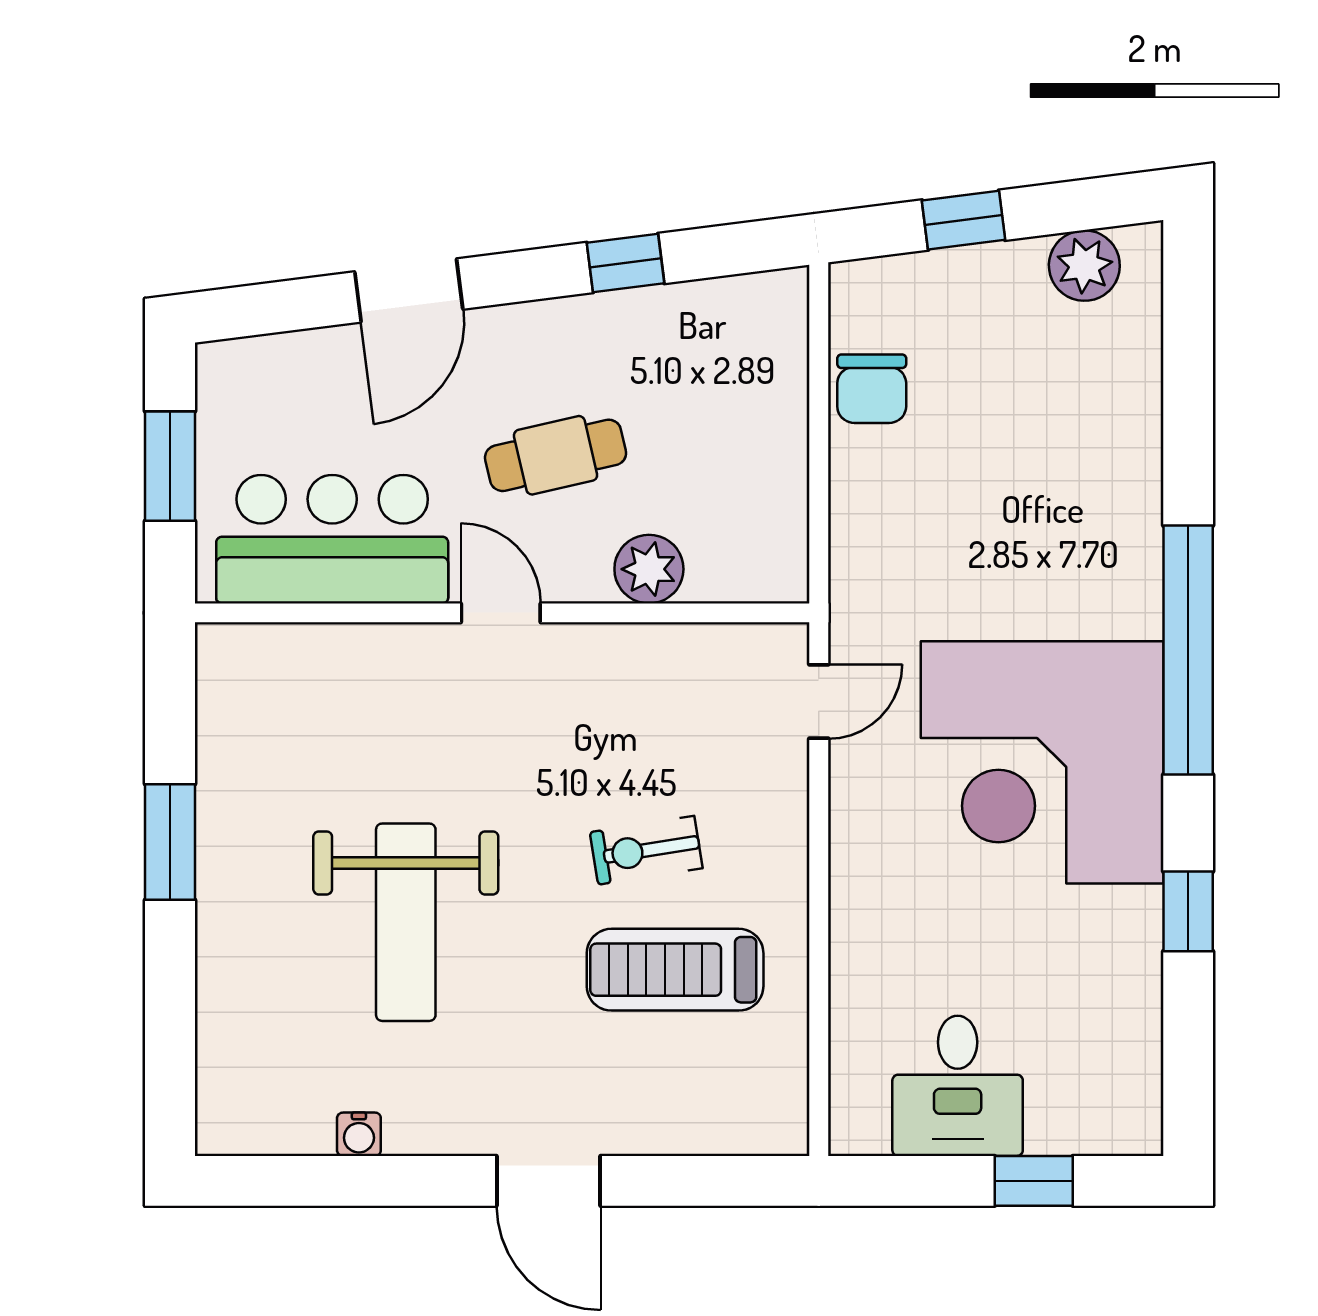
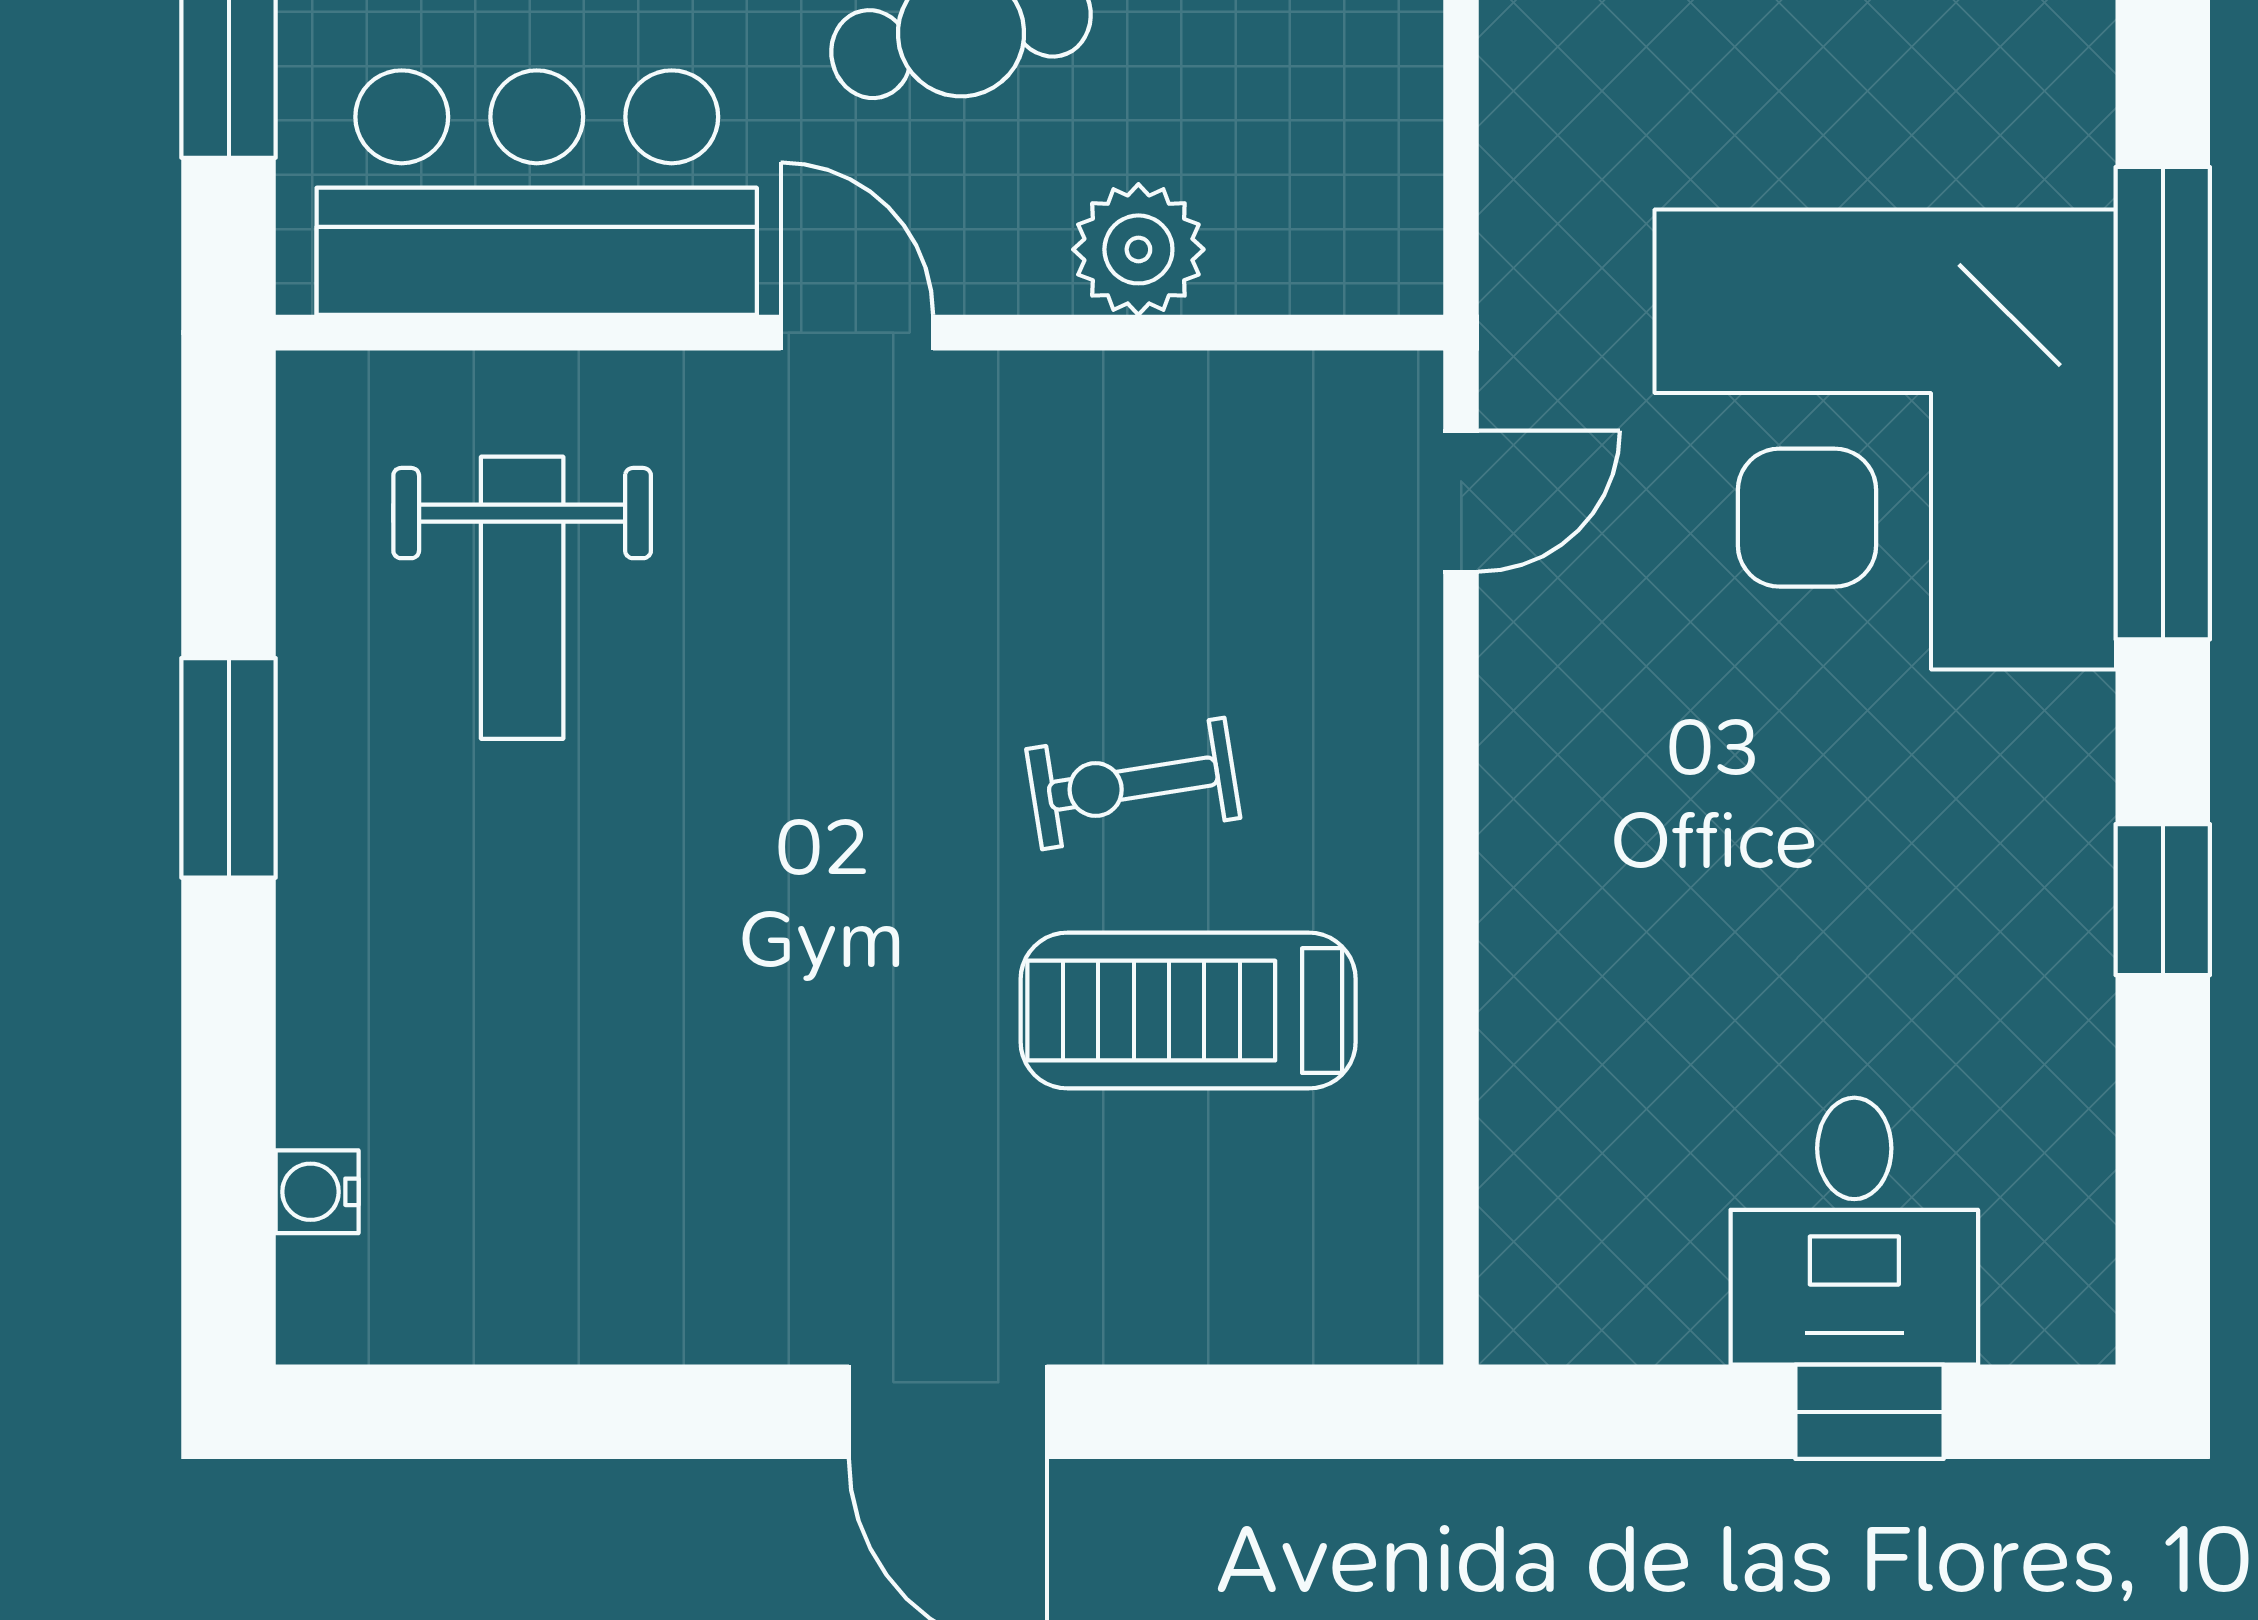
corner desk: (1042, 762) -> (1885, 439), moved
weight bench: (406, 922) -> (522, 598), moved, width x0.73, depth x0.75
desk: (958, 1086) -> (1854, 1231), moved
water cooler: (359, 1134) -> (317, 1192), moved, turned 90

